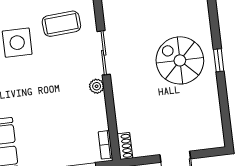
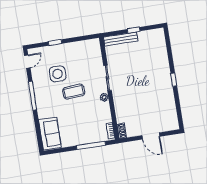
coffee table: (61, 24) -> (74, 92), moved
spiral stairs: (180, 60) -> (151, 81), removed

